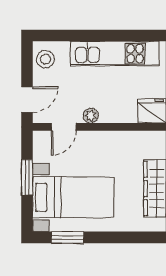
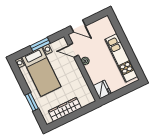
stool: (45, 59) -> (102, 25), removed
window: (68, 237) -> (32, 102), moved

